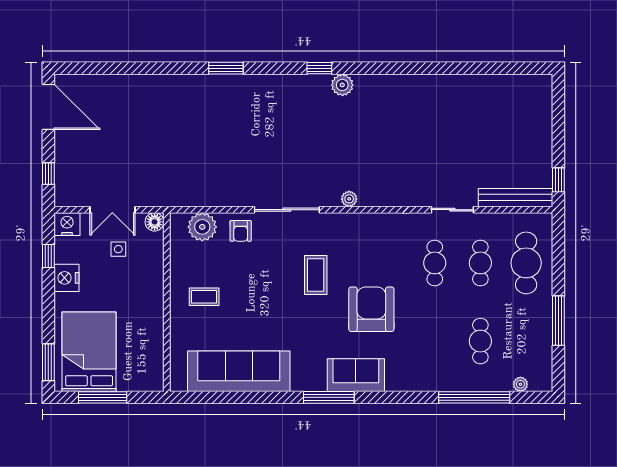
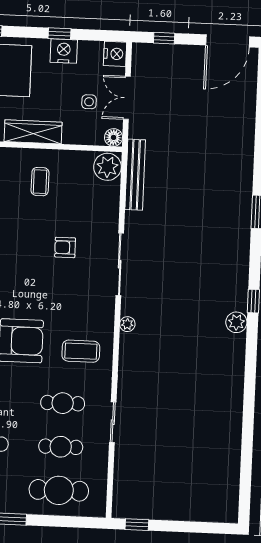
bench: (516, 198) -> (135, 175), moved
plant: (202, 227) -> (107, 167), moved
armchair: (241, 231) -> (65, 247), moved
window: (48, 256) -> (59, 34), moved
coffee table: (316, 275) -> (81, 351), moved
wardrobe: (152, 306) -> (33, 132), added

